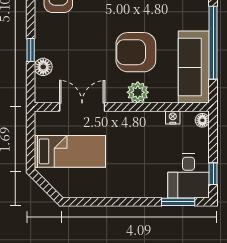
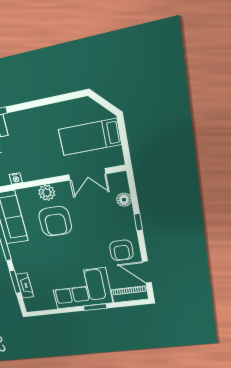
window: (31, 50) -> (138, 222), moved
armchair: (136, 52) -> (55, 221), turned 90

